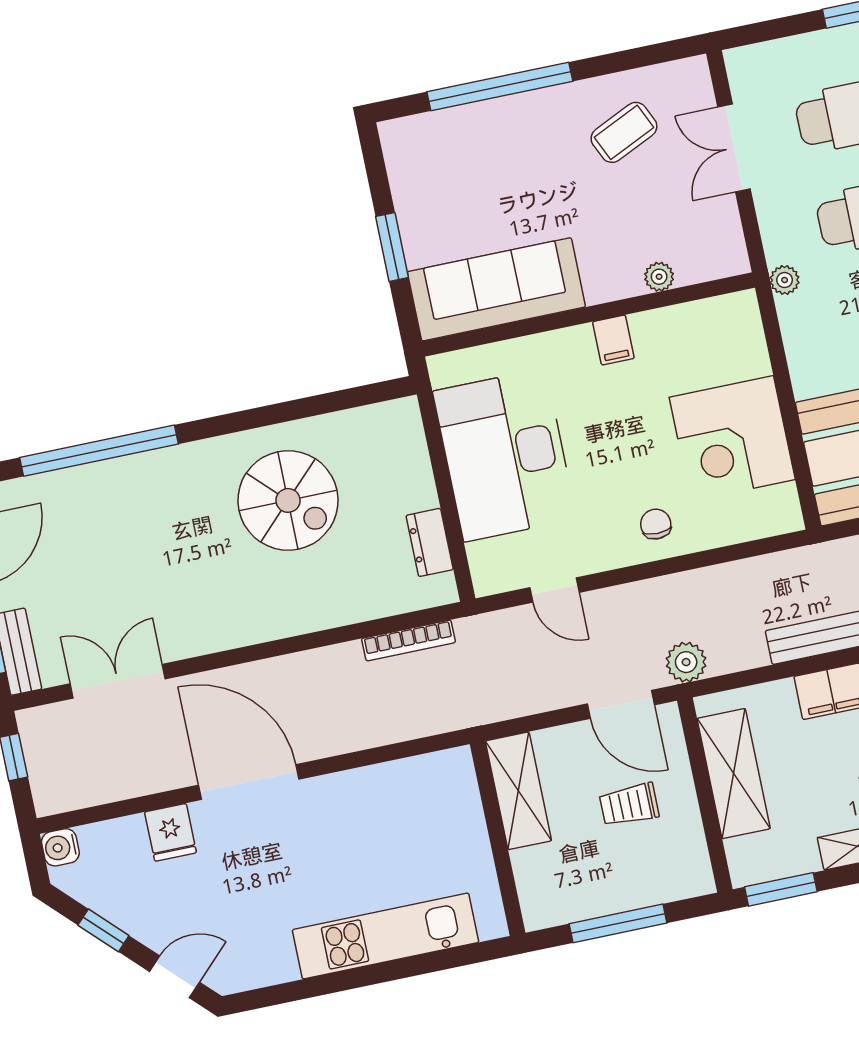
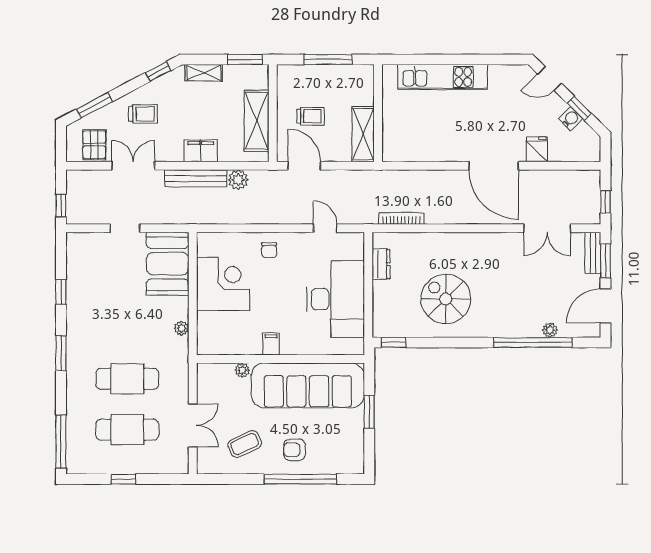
armchair: (523, 142) -> (295, 450), added
plant: (785, 280) -> (181, 328), moved
sofa: (496, 289) -> (308, 385), width x1.36, depth x1.27
window: (373, 394) -> (394, 342), added
plant: (70, 482) -> (550, 330), added
plant: (686, 662) -> (238, 180), moved
water cooler: (60, 847) -> (571, 119), moved, turned -45

